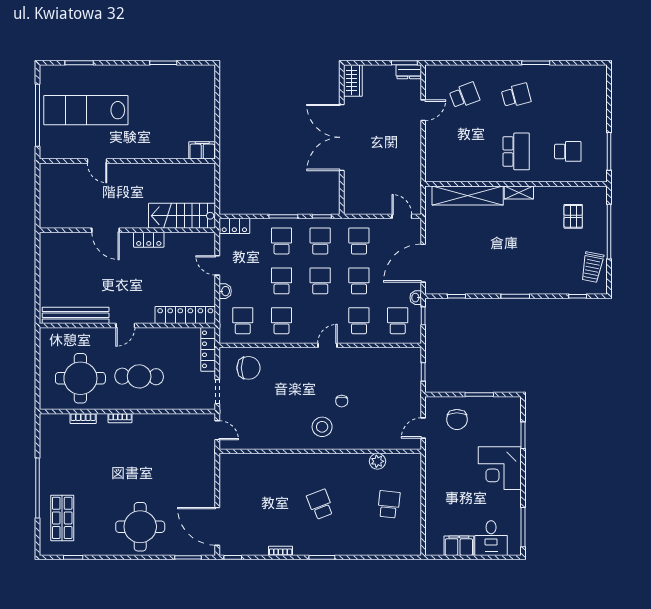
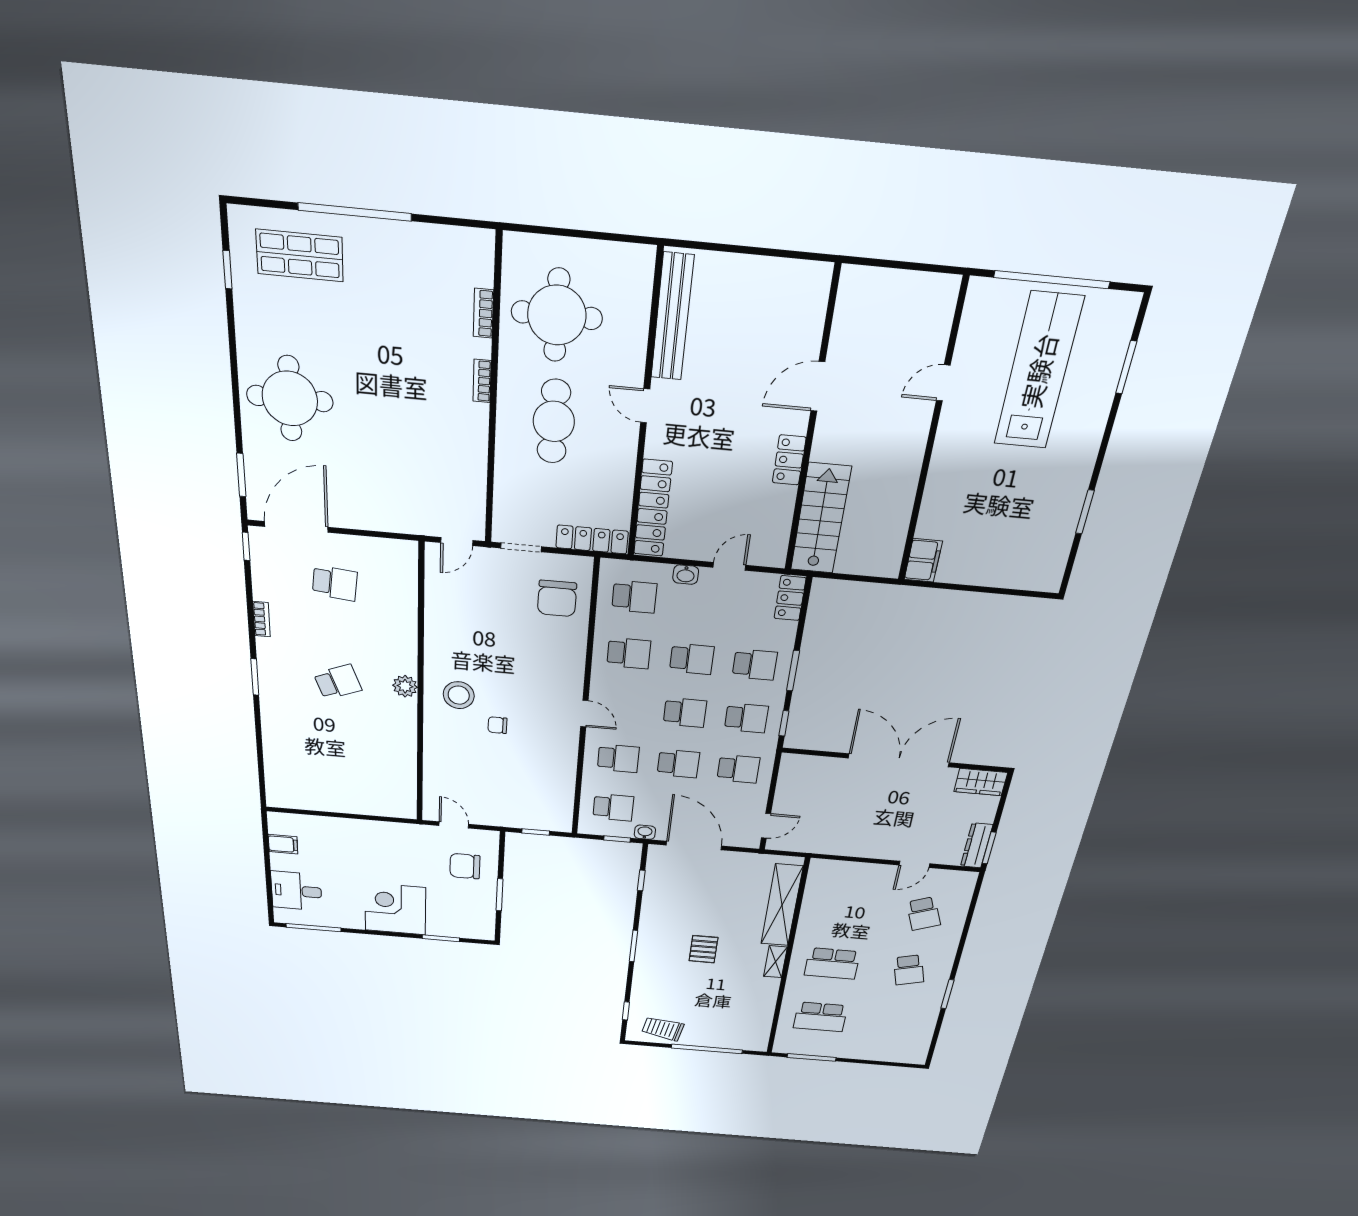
dresser: (409, 72) -> (977, 845), width x1.44
door: (423, 110) -> (914, 864), hinge flipped
school desk: (568, 151) -> (820, 1017), width x1.85
pallet: (573, 216) -> (703, 949), moved, turned 90
plant: (377, 461) -> (405, 686), moved
school desk: (389, 504) -> (335, 583), moved
filing cabinet: (459, 546) -> (283, 844), width x0.50

